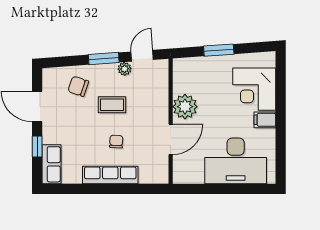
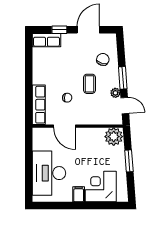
plant: (185, 107) -> (114, 137), moved
chair: (116, 142) -> (67, 98), moved
row of seats: (110, 175) -> (39, 105), moved

